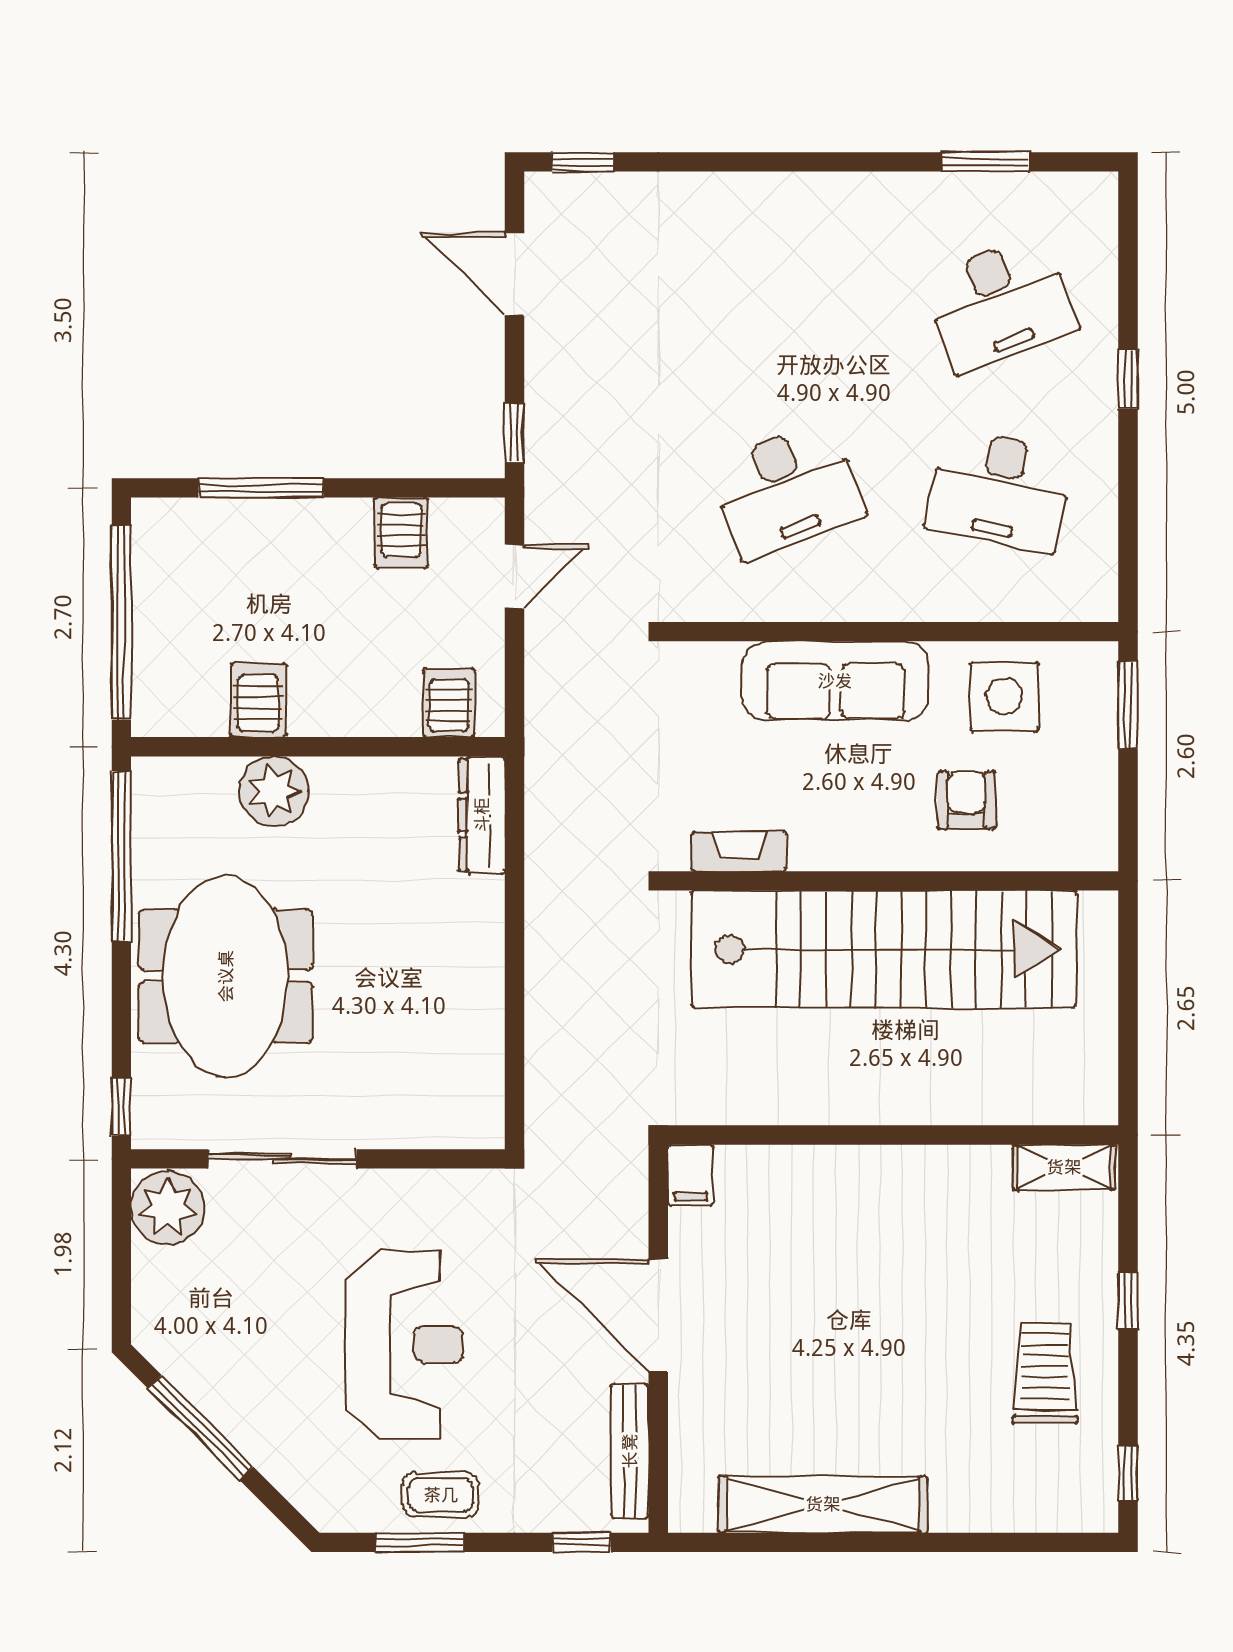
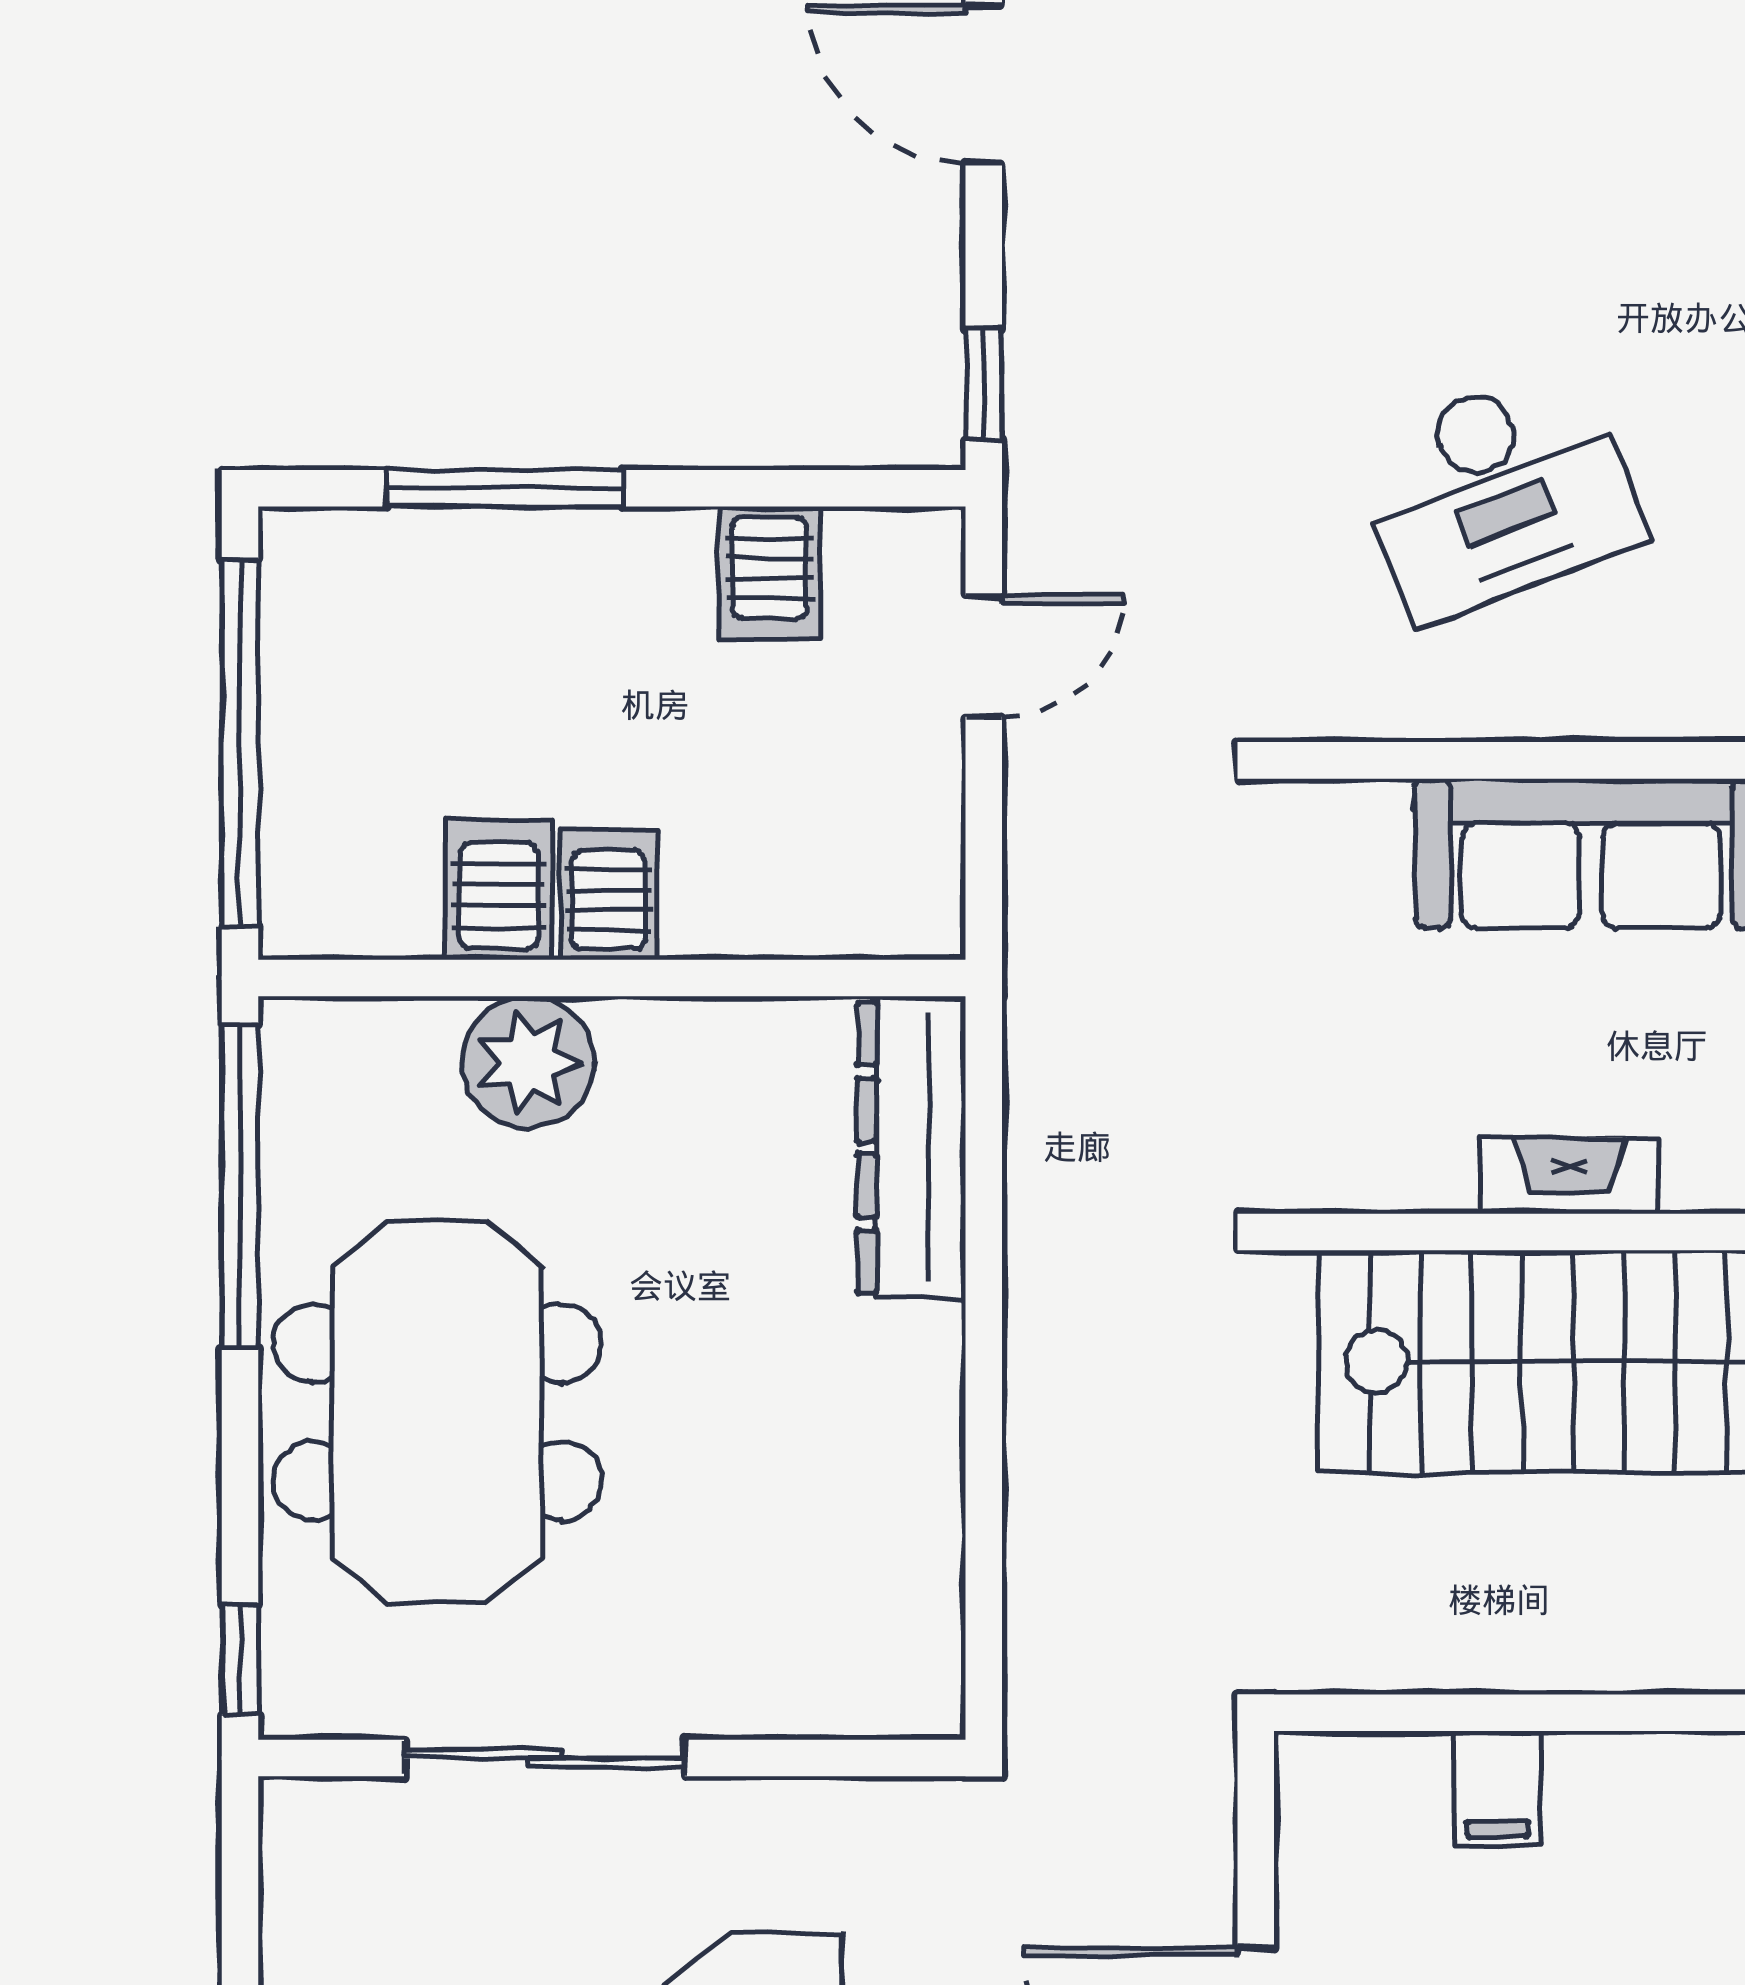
server rack: (449, 703) -> (608, 895), moved
dresser: (482, 815) -> (911, 1148), width x1.37, depth x1.24
fireplace: (739, 851) -> (1570, 1176), moved
filing cabinet: (691, 1175) -> (1497, 1789), moved
plant: (168, 1208) -> (328, 1851), removed

